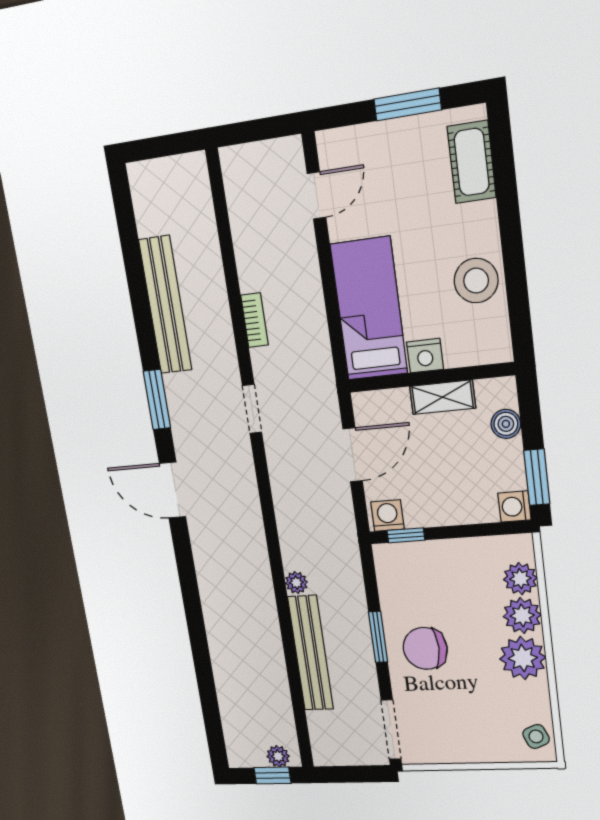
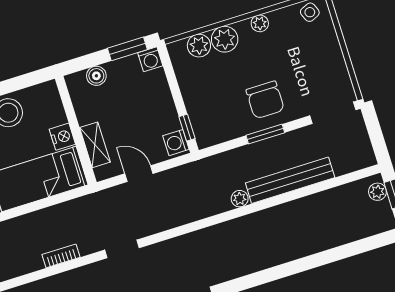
shelving: (442, 397) -> (95, 145), moved
door: (353, 455) -> (139, 174), width x0.73
plant: (523, 658) -> (260, 23), width x0.53, depth x0.53

